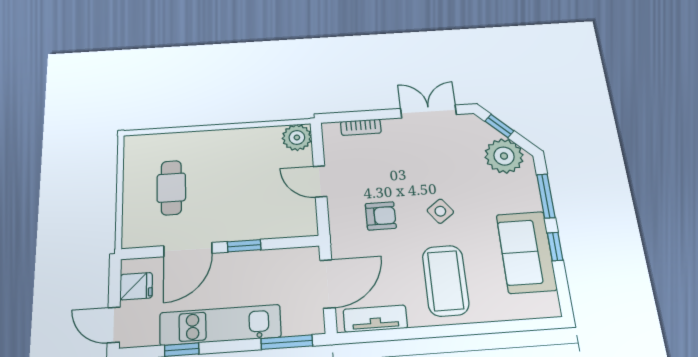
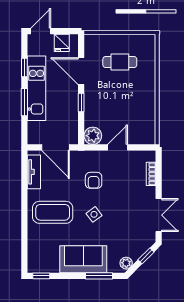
plant: (297, 137) -> (93, 136), moved
plant: (504, 156) -> (126, 263), width x0.53, depth x0.53
window: (555, 247) -> (41, 276), moved
sofa: (526, 252) -> (83, 259), moved
window: (287, 342) -> (24, 102), moved

